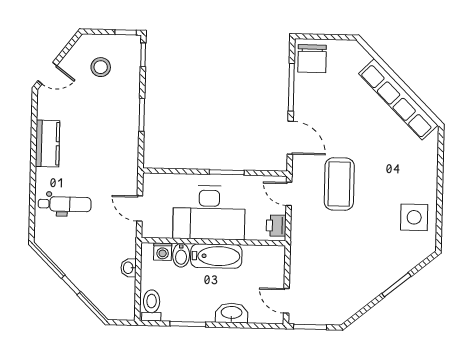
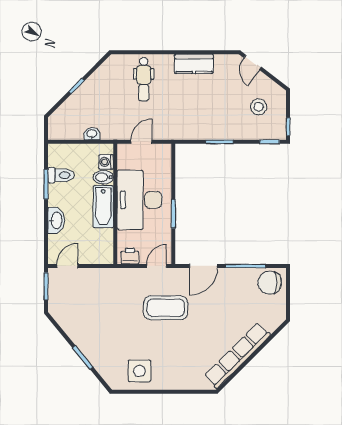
toilet: (151, 305) -> (61, 175), moved

